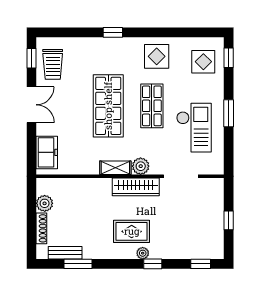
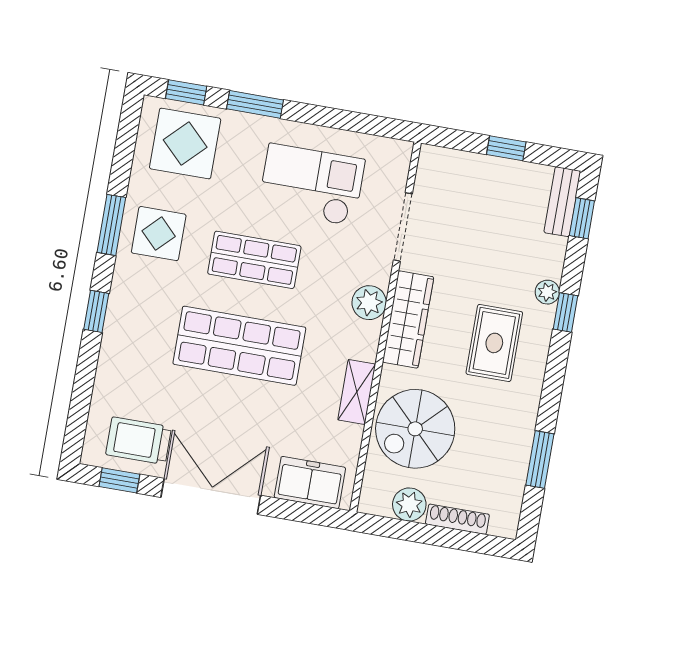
window: (157, 32) -> (111, 225), added
display table: (203, 62) -> (185, 144), width x1.36, depth x1.36
trolley: (53, 64) -> (139, 441), turned 180
double door: (31, 105) -> (211, 496), width x1.37
window: (229, 113) -> (255, 104), moved
shelving: (115, 168) -> (357, 392), moved
spiral stairs: (82, 200) -> (415, 429), added
bench: (65, 253) -> (562, 202), moved
plant: (143, 253) -> (547, 292), moved

